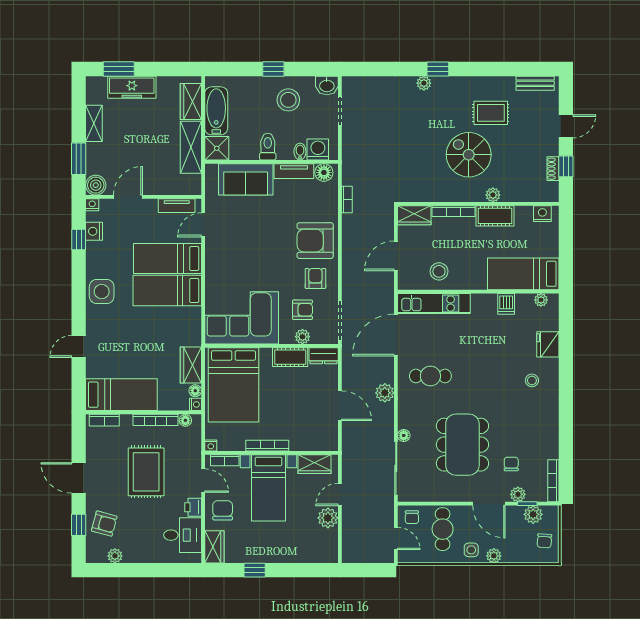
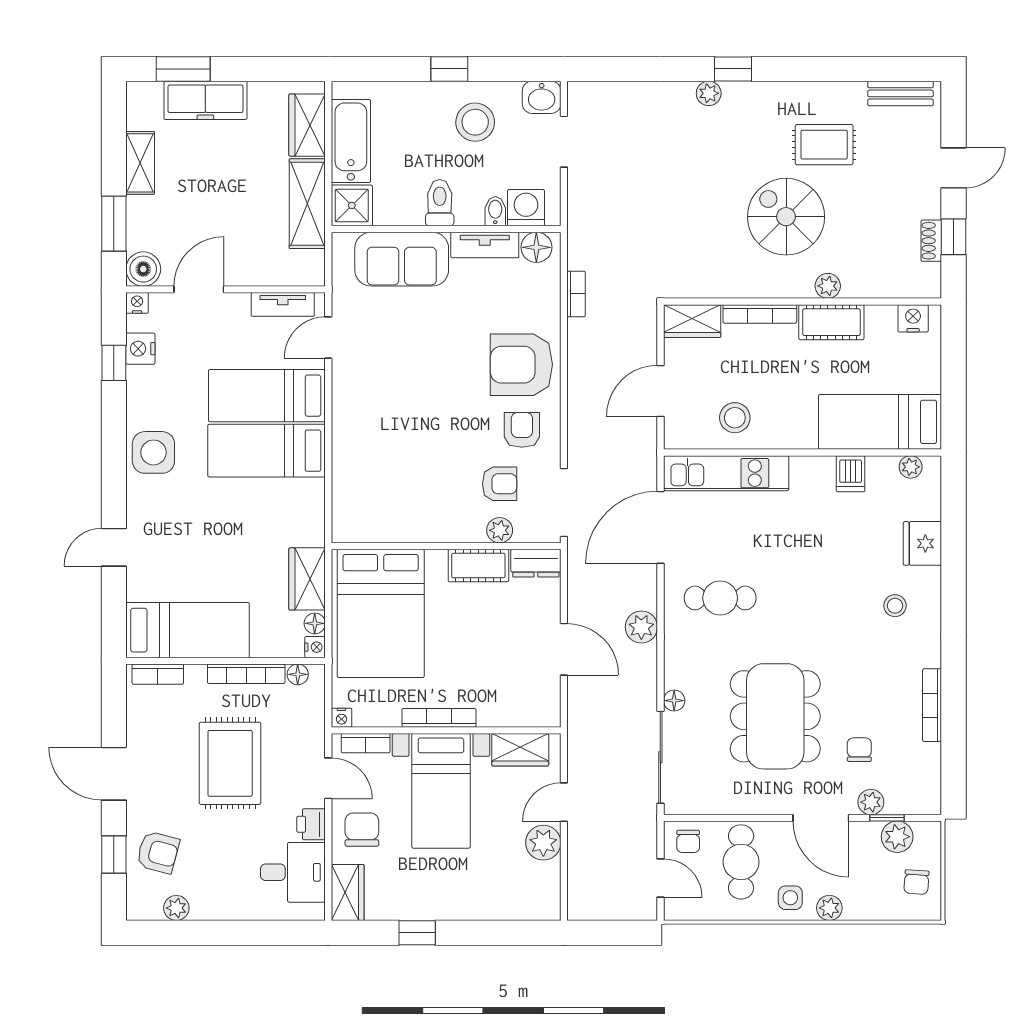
corner sofa: (242, 318) -> (395, 498), removed
bookcase: (553, 481) -> (932, 705), moved

